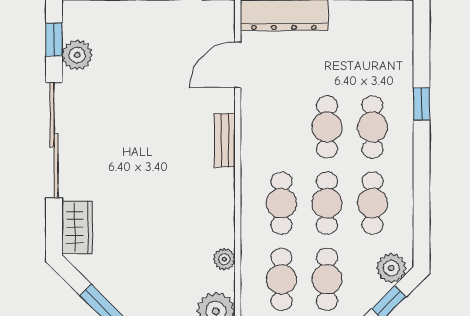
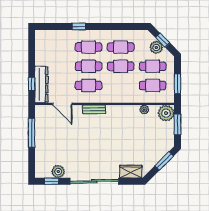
cafe table: (281, 203) -> (89, 85), moved
plant: (391, 268) -> (156, 47), moved

